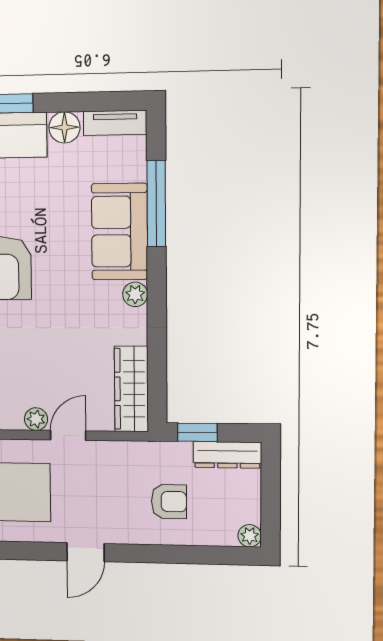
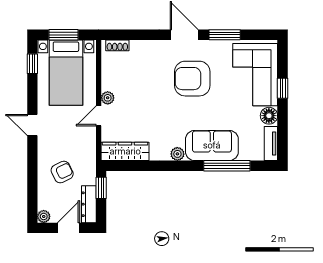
door: (68, 435) -> (99, 116), swing flipped
door: (271, 492) -> (69, 228), added
armchair: (169, 502) -> (62, 172), turned -116

